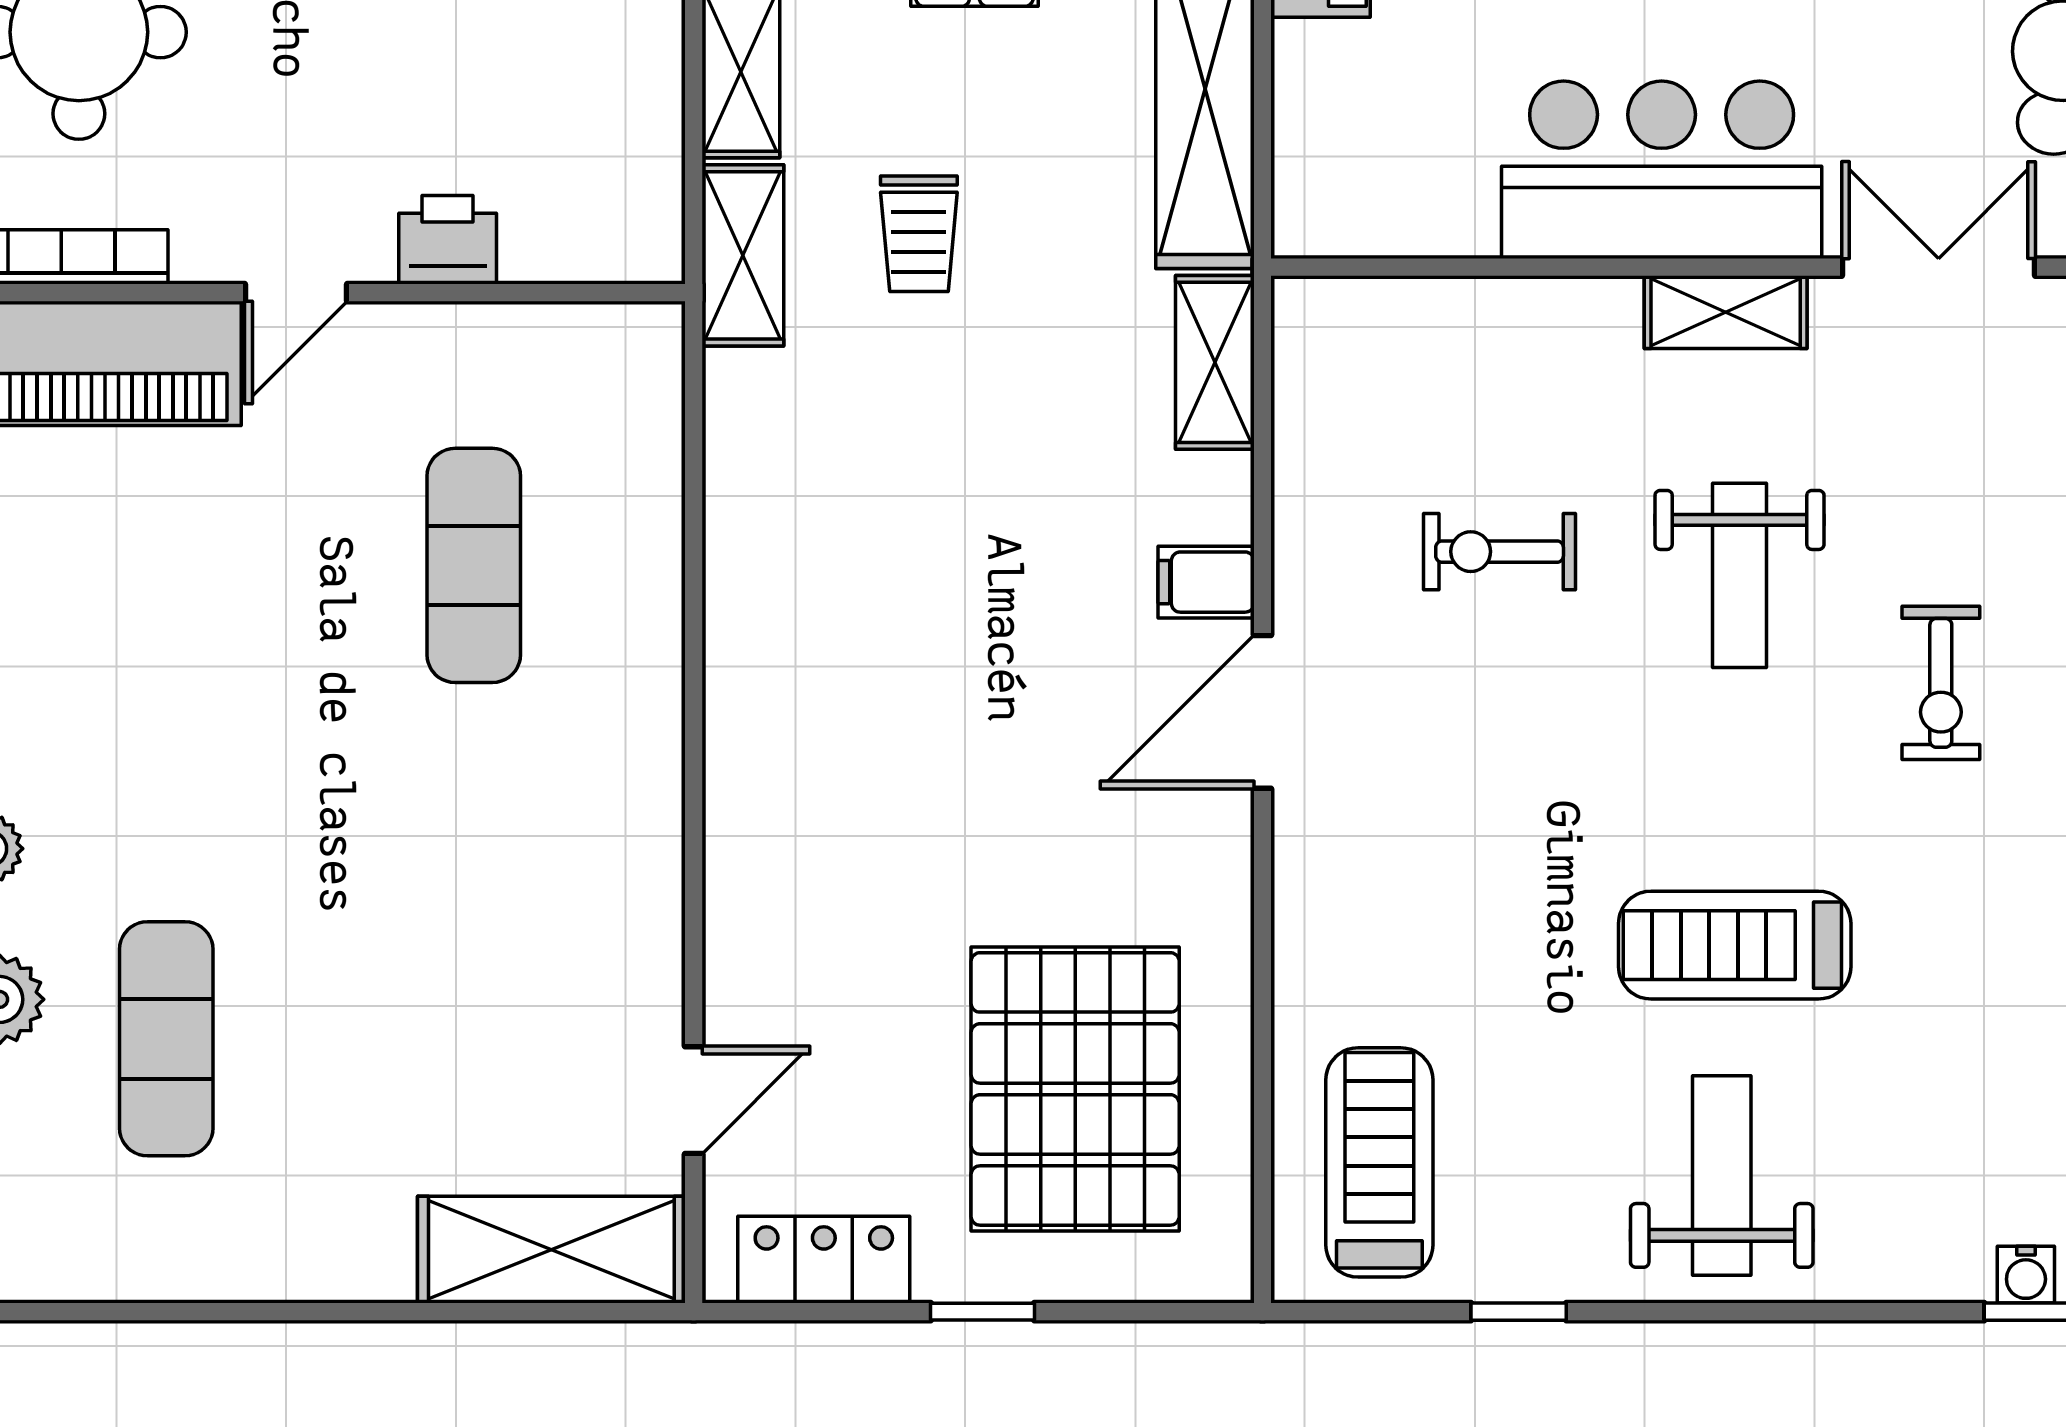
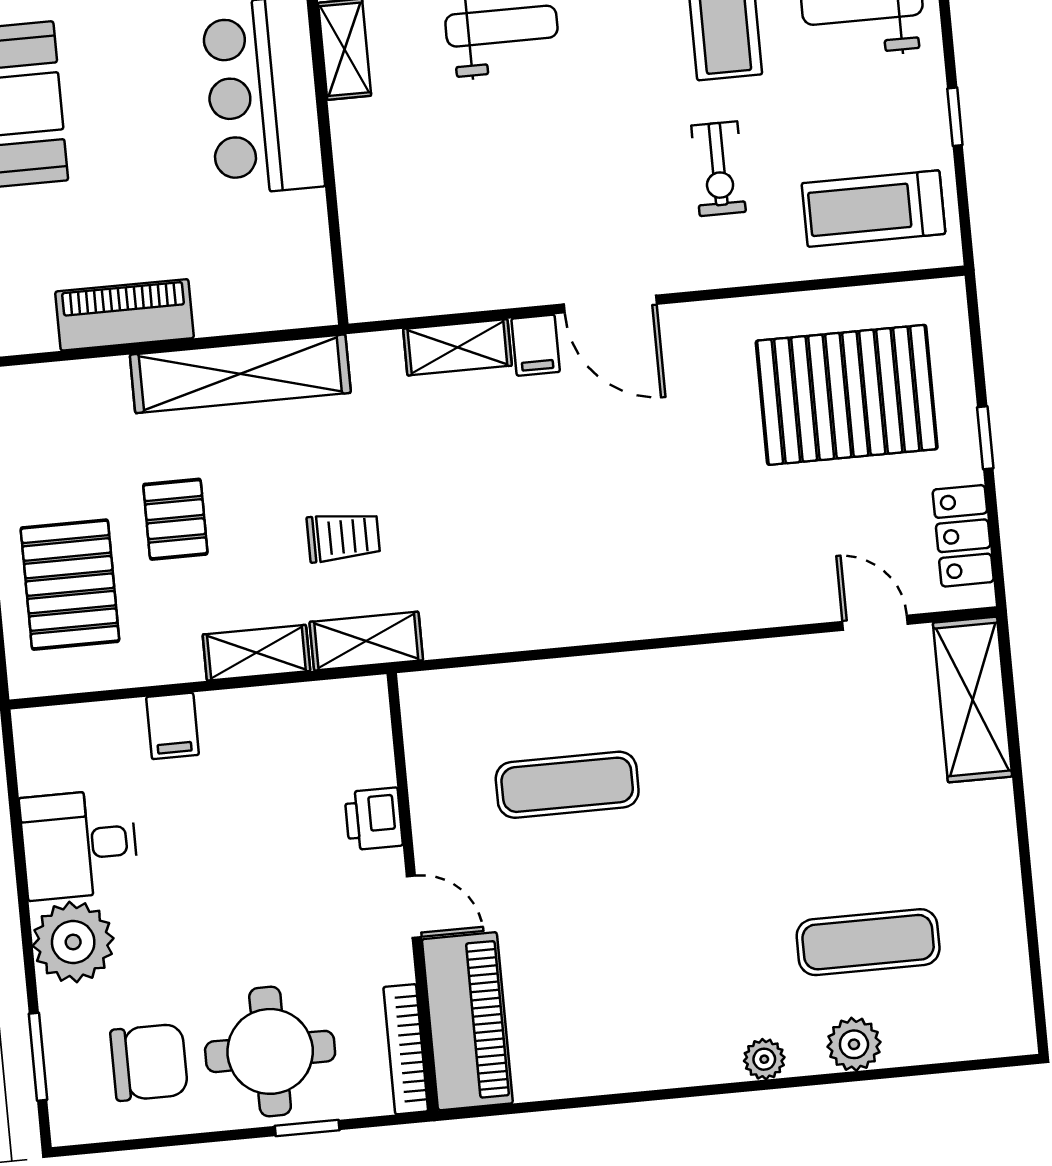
shelving: (1215, 362) -> (457, 347), moved
exercise bike: (1500, 552) -> (719, 169), moved

